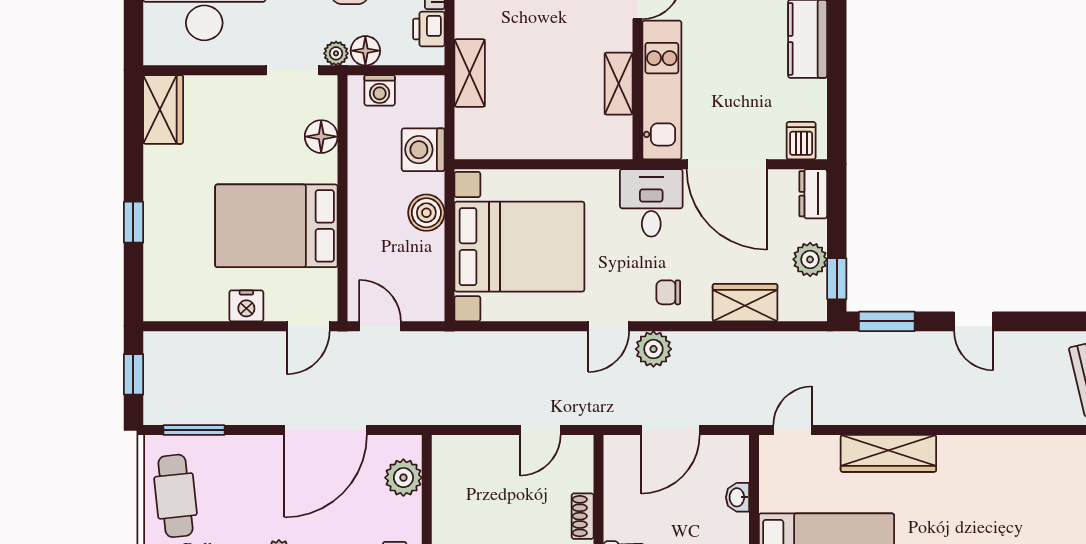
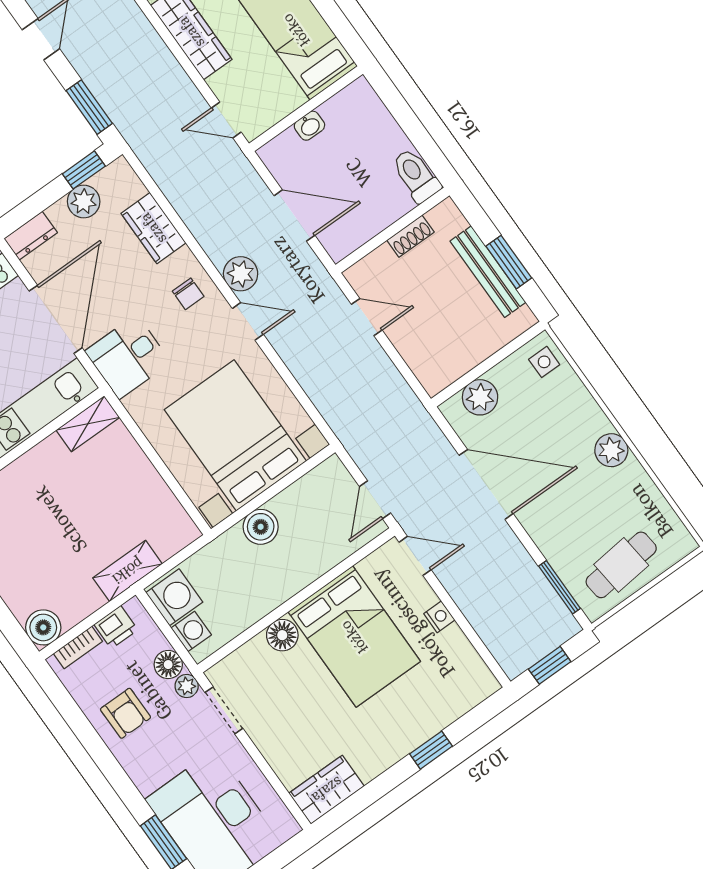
shelving: (619, 84) -> (88, 424), moved
floor lamp: (321, 137) -> (282, 635), moved
washing machine: (423, 150) -> (174, 597), moved, turned -90
nightstand: (246, 306) -> (439, 617), width x0.72, depth x0.74

